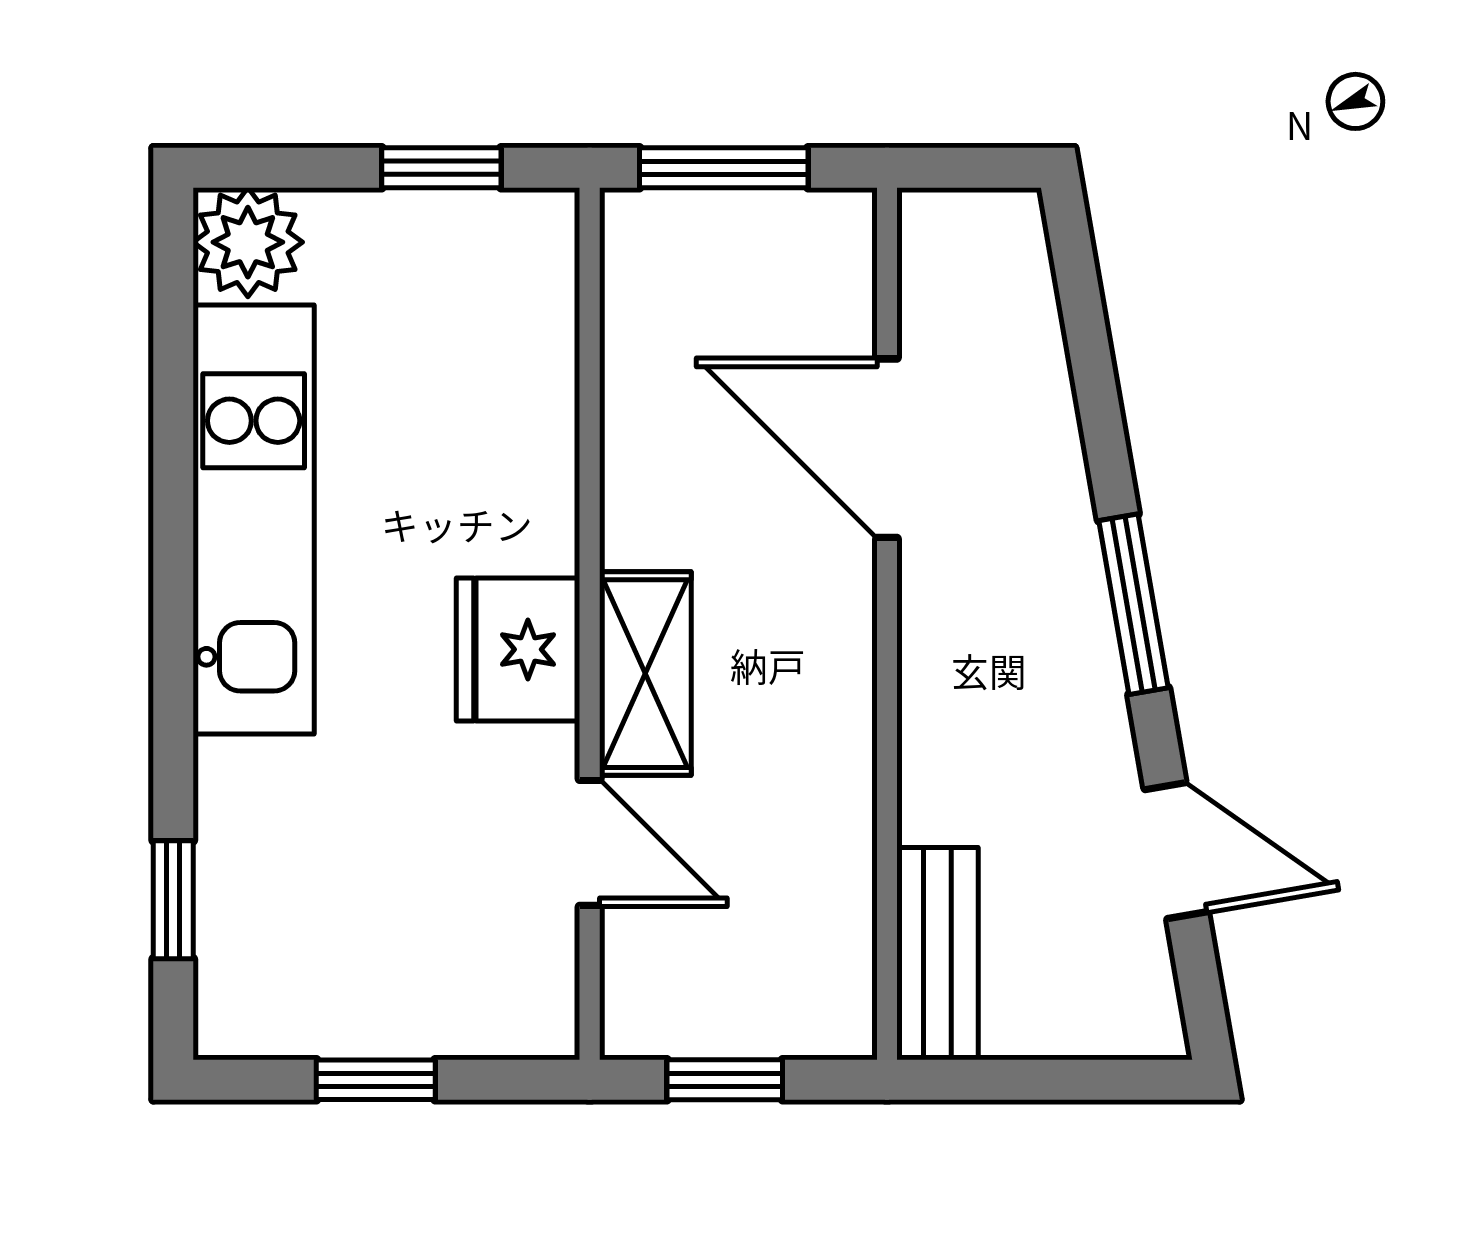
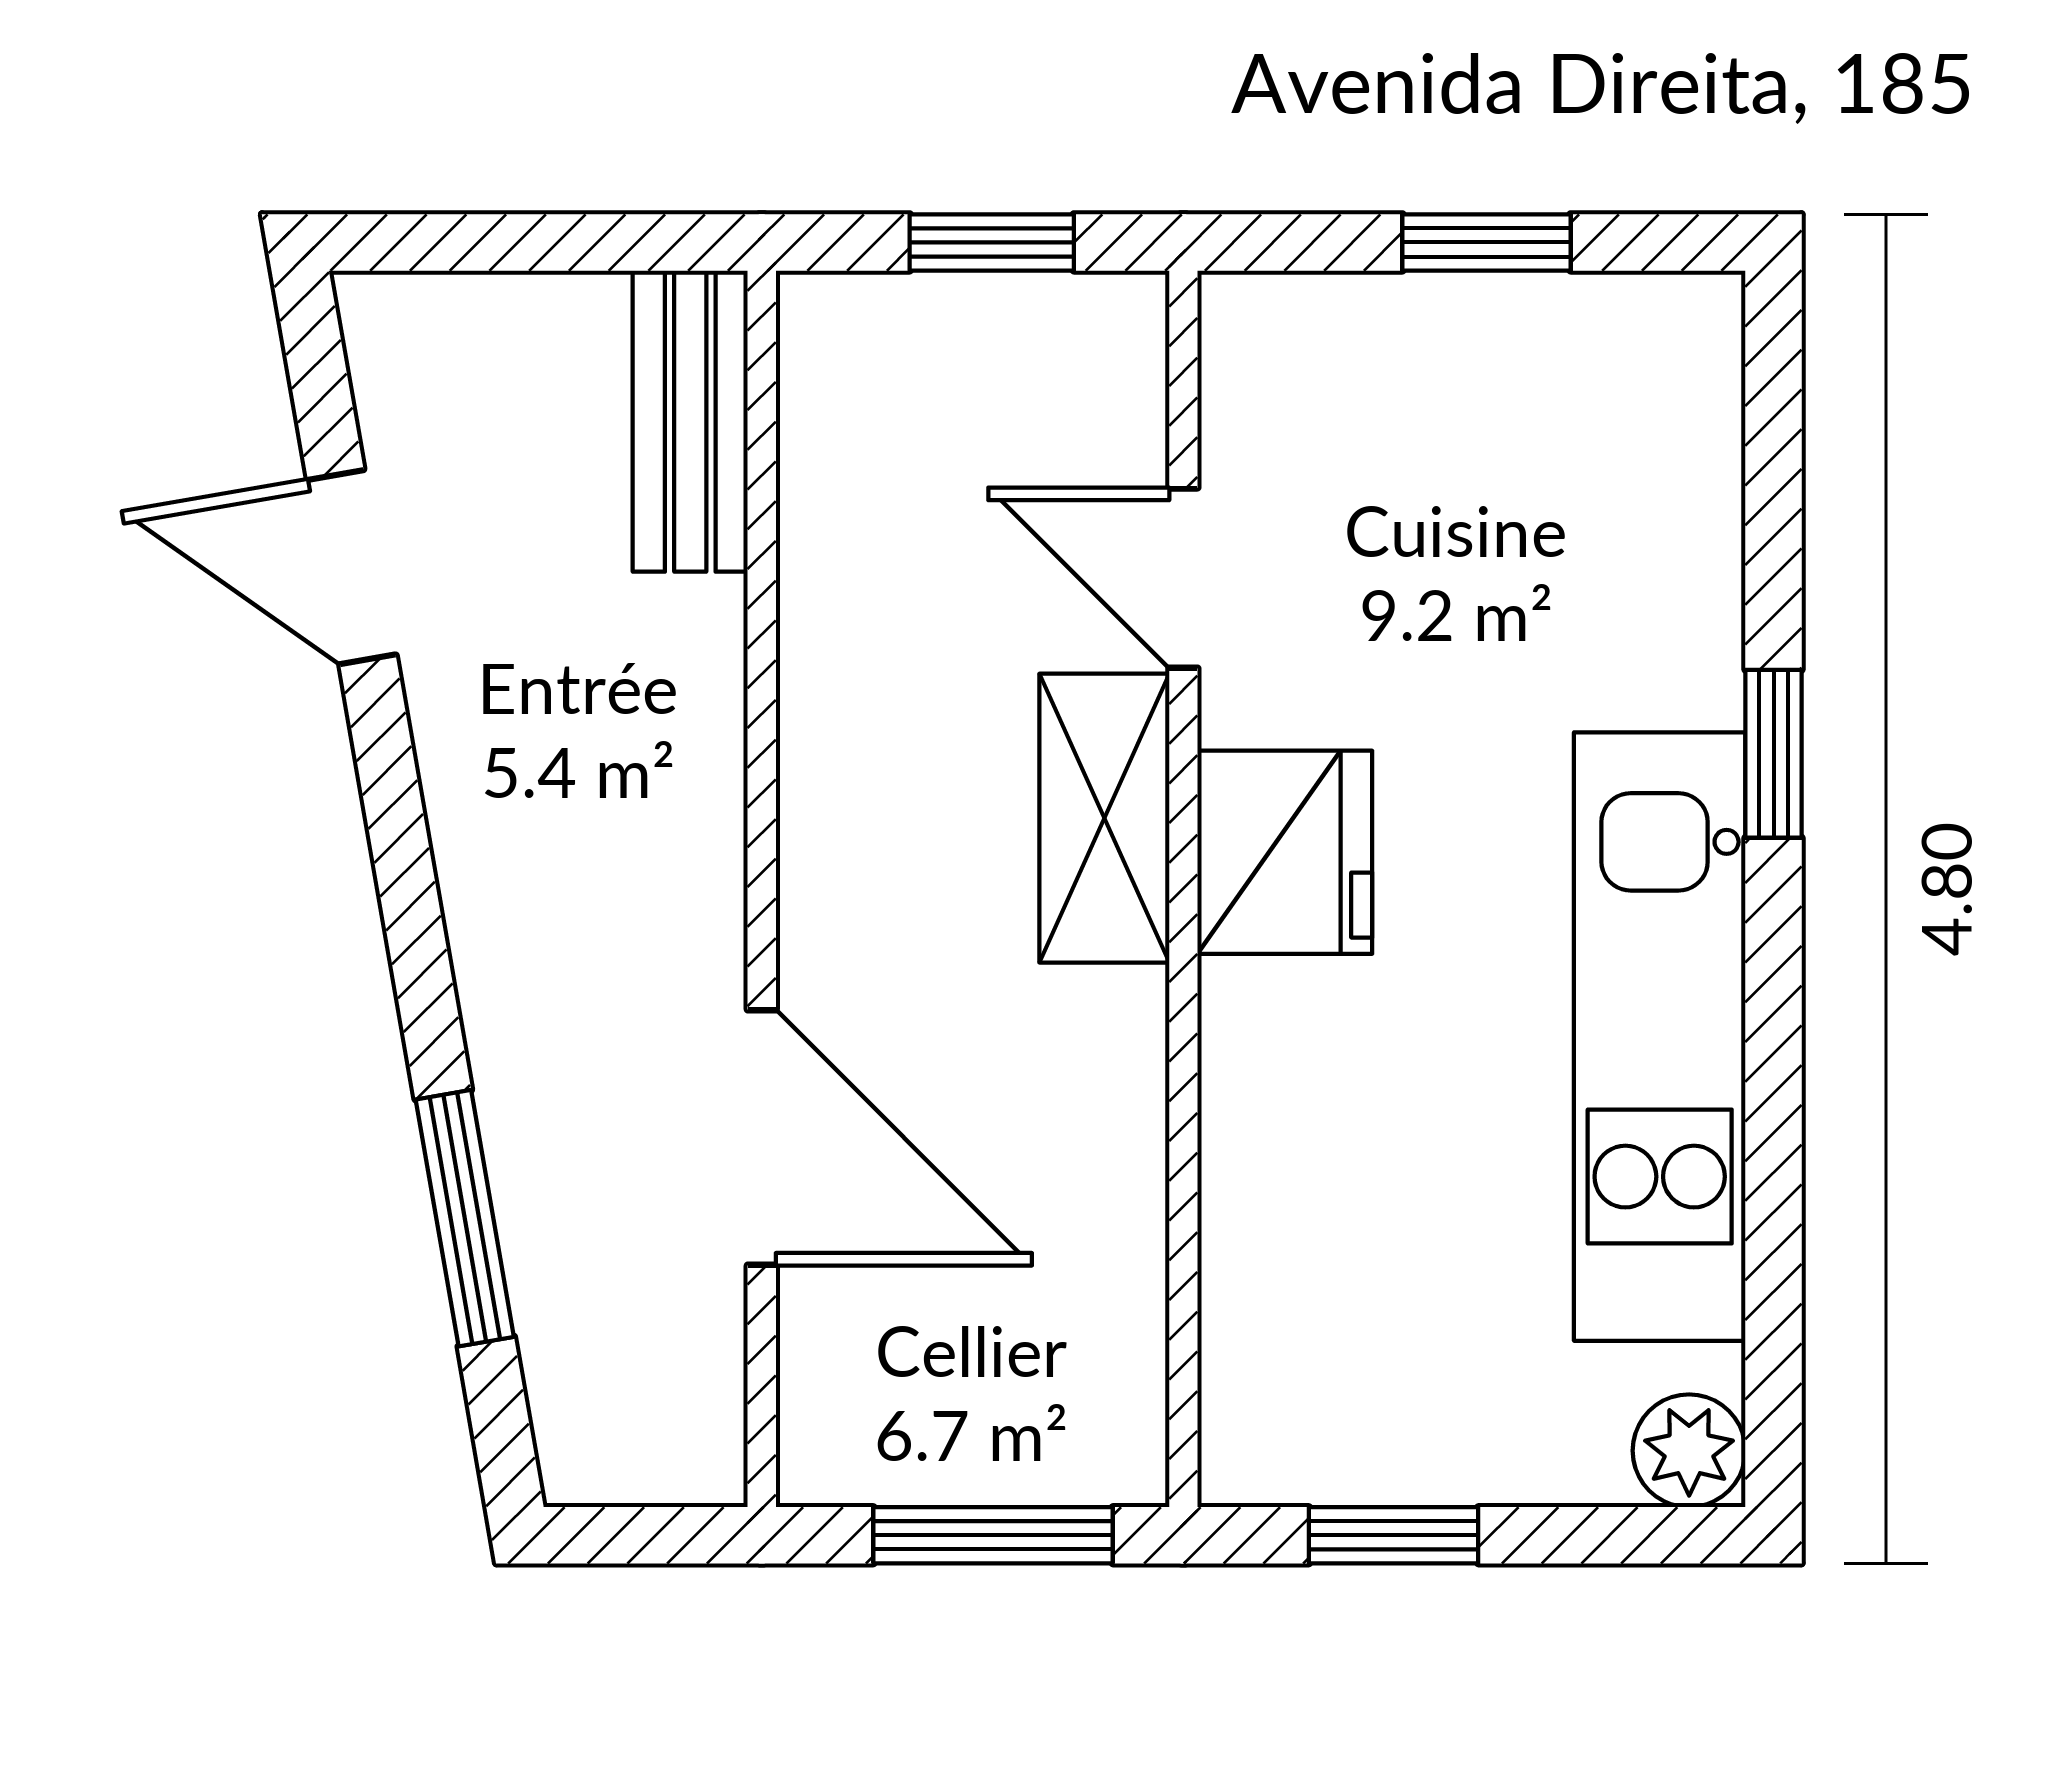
plant: (248, 242) -> (1689, 1451), width x0.73, depth x0.73
window: (1133, 604) -> (465, 1218), moved
window: (173, 900) -> (1774, 754), moved

